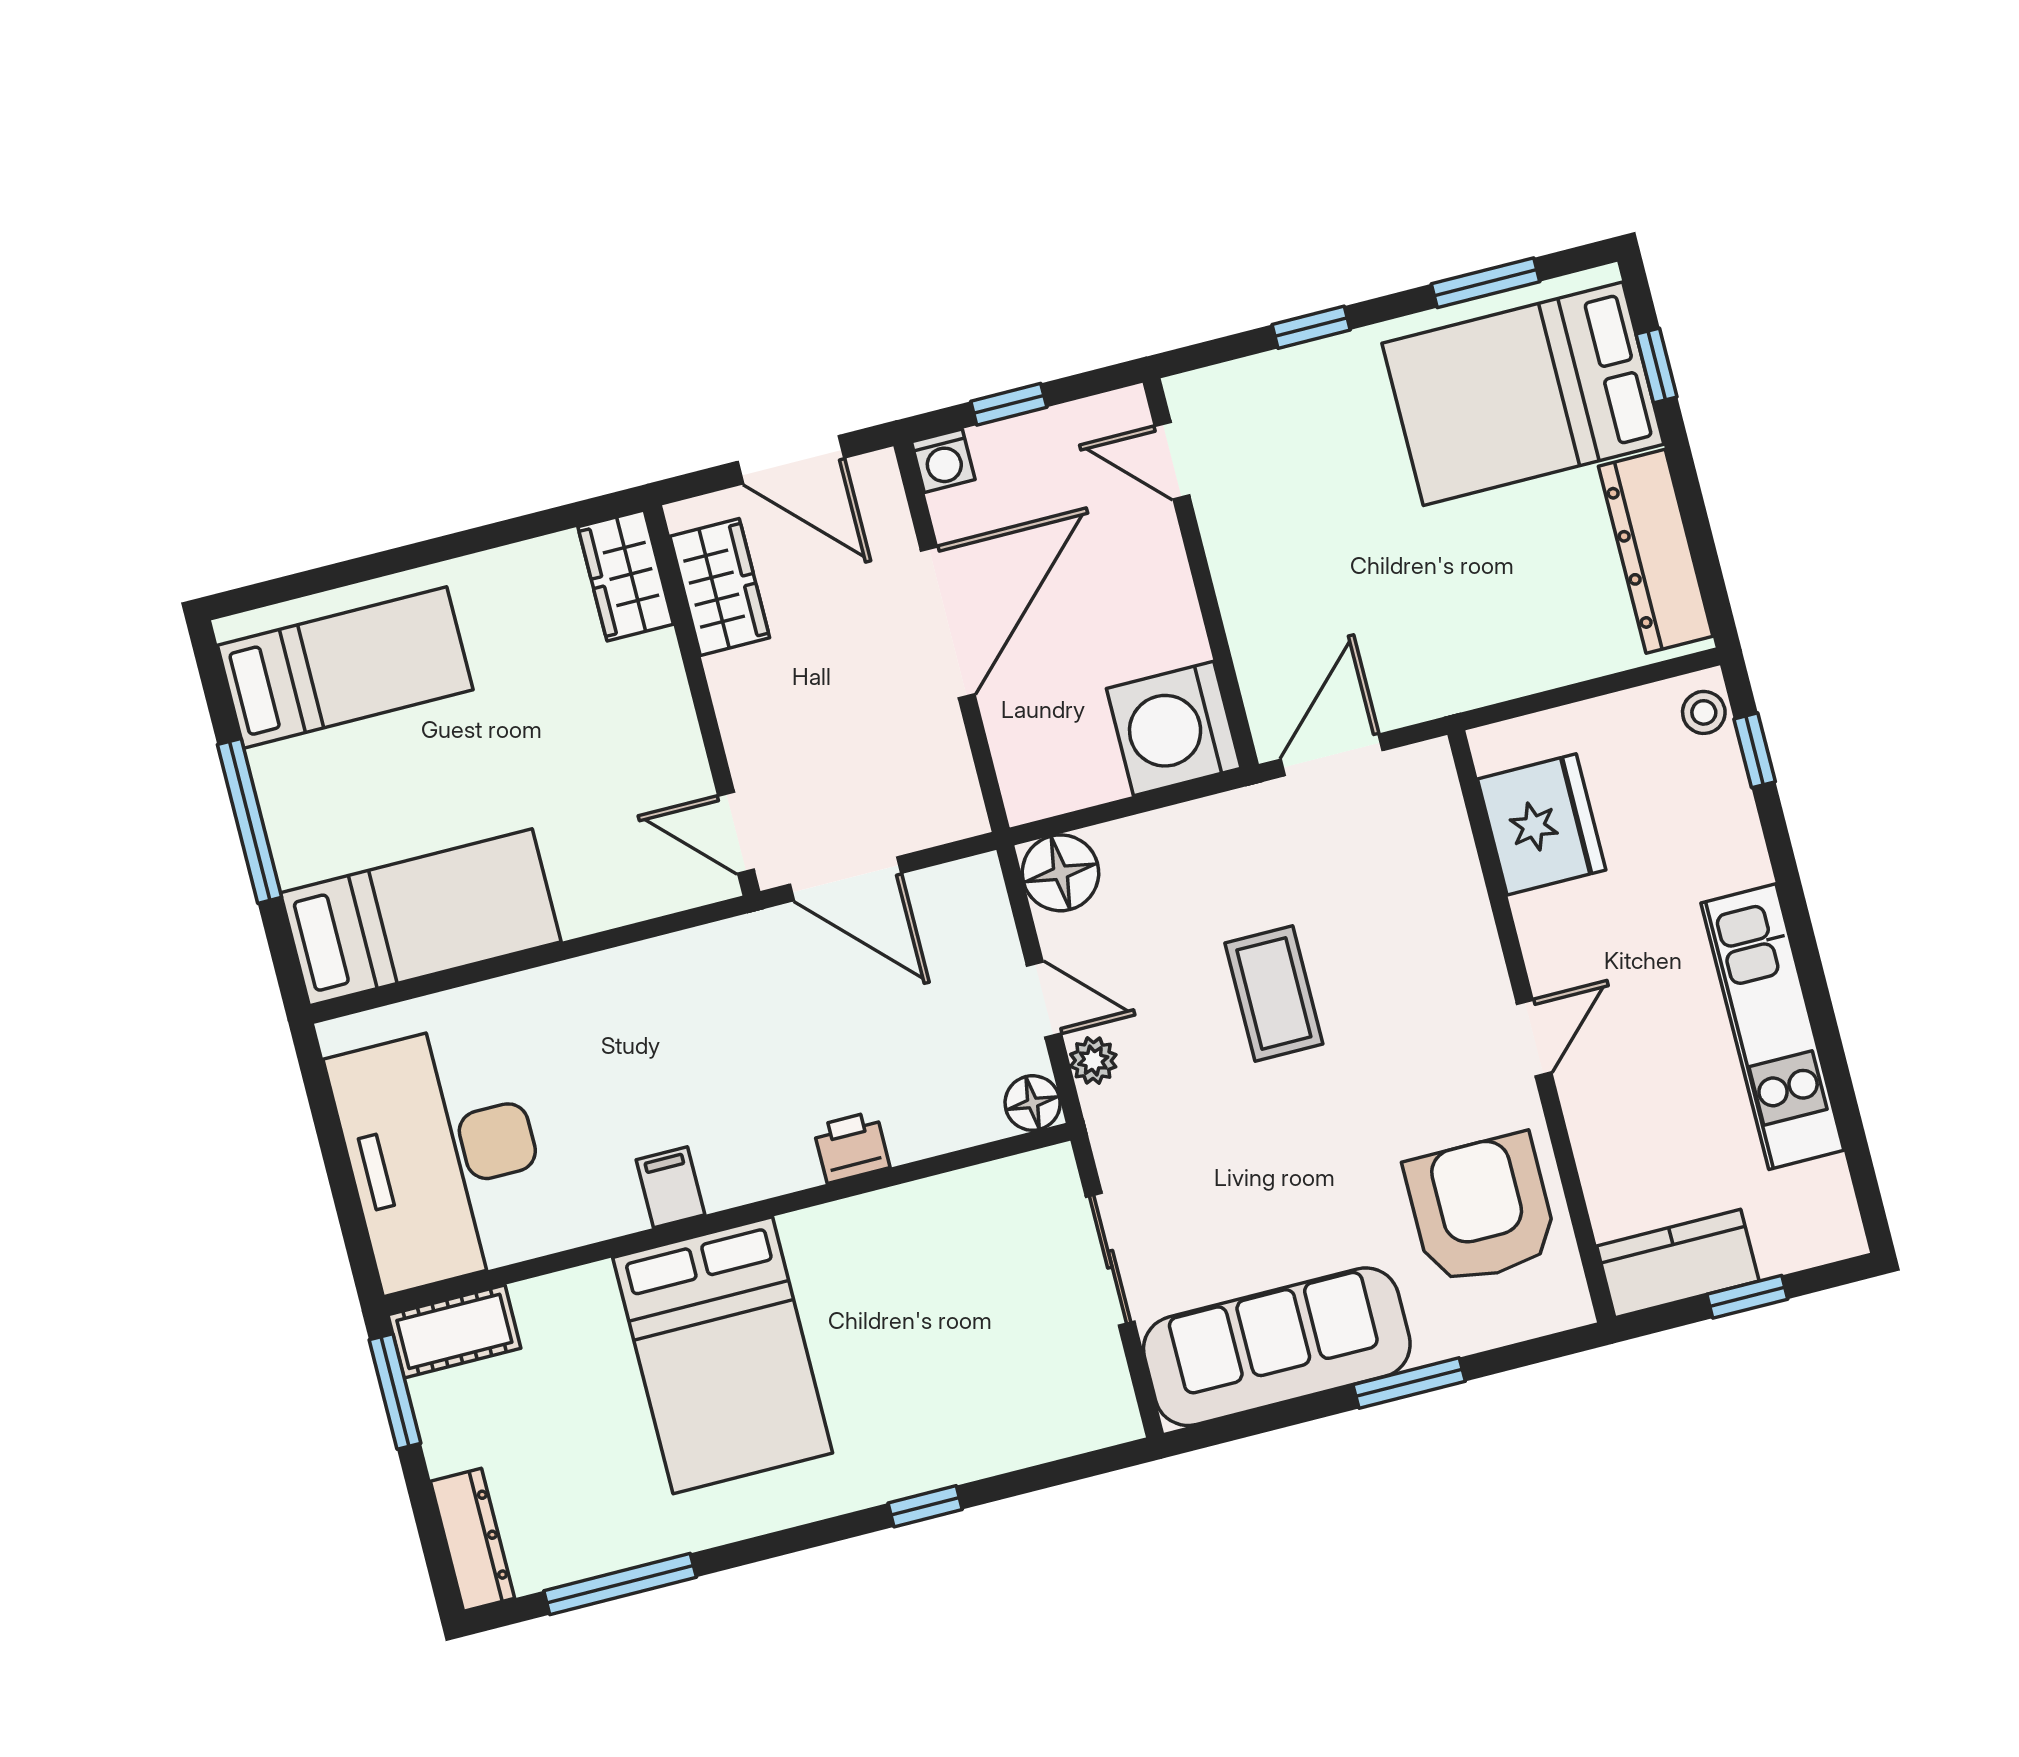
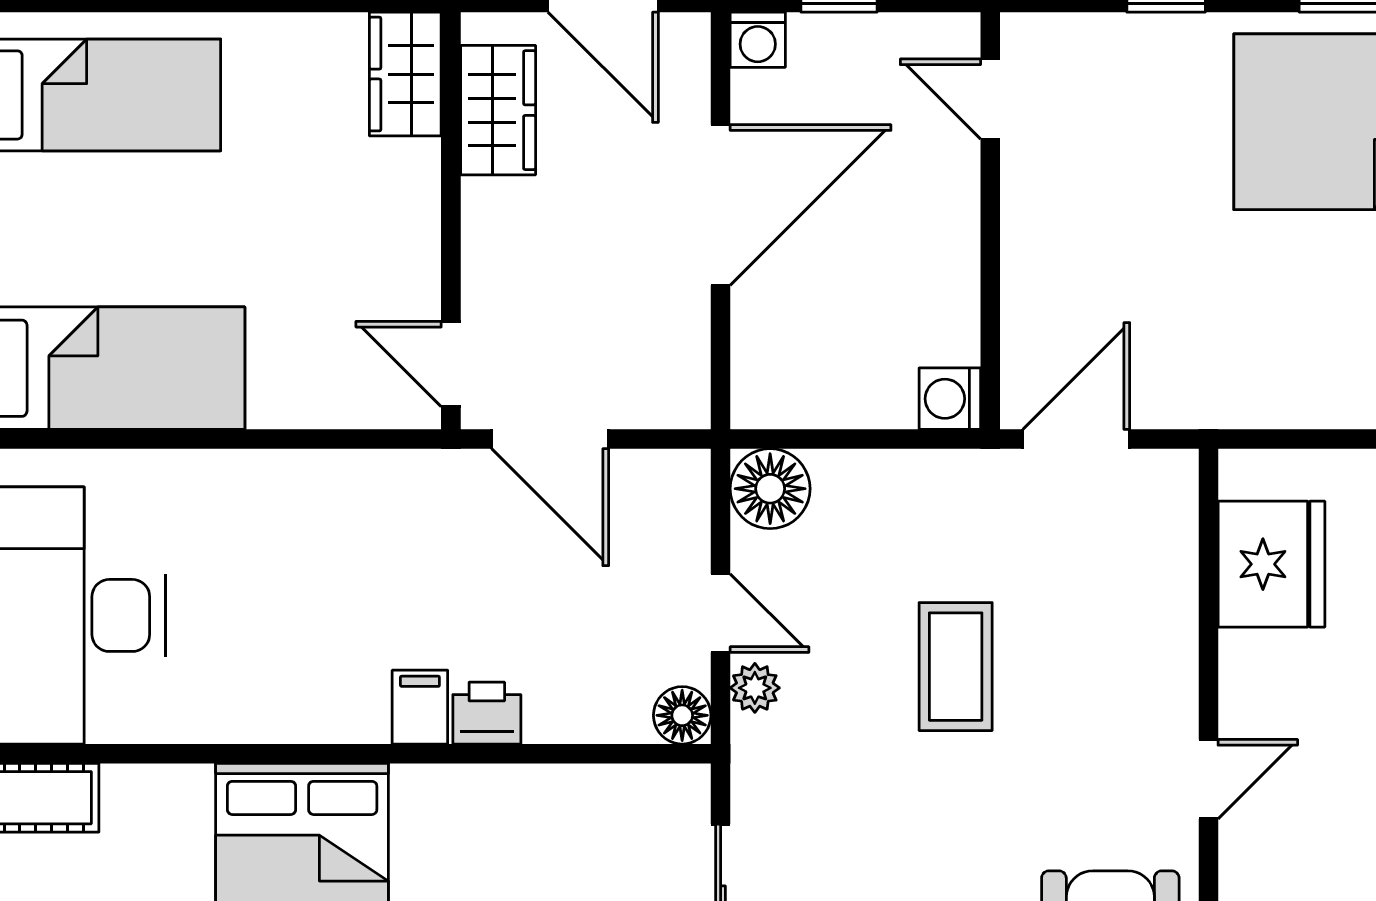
washing machine: (1174, 728) -> (950, 399), width x0.53, depth x0.53
filing cabinet: (670, 1187) -> (420, 707), moved

